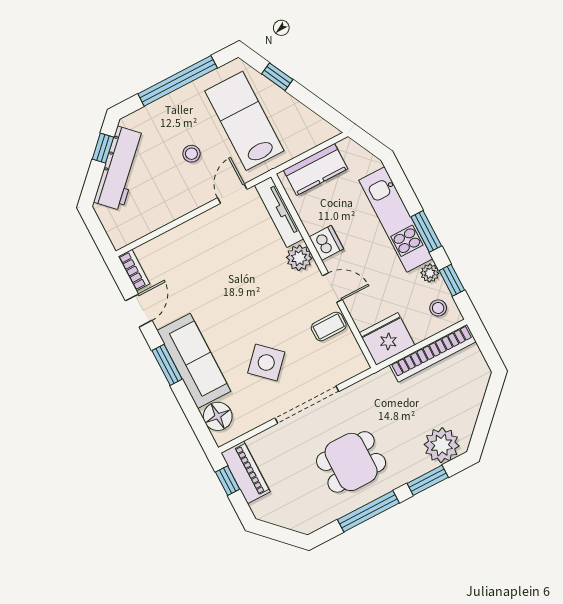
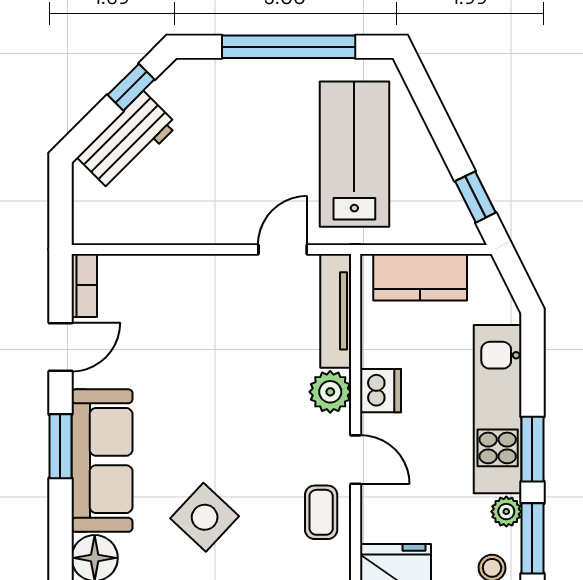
window: (277, 77) -> (475, 197), moved
stool: (191, 154) -> (254, 162), removed
workbench: (120, 168) -> (127, 141), width x0.73
window: (452, 280) -> (532, 538), width x1.50
coffee table: (329, 326) -> (321, 512), turned 90

